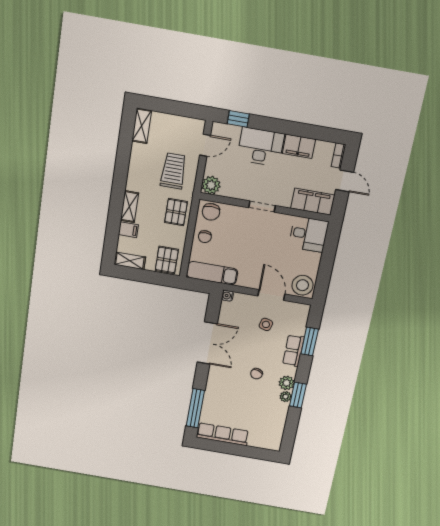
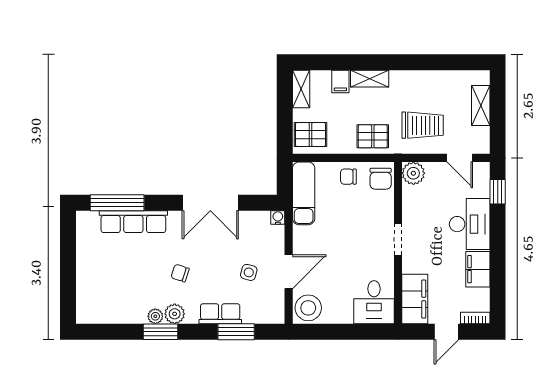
shelving: (142, 126) -> (481, 106), moved, turned 90
chair: (211, 212) -> (381, 179), turned -90
row of seats: (223, 434) -> (133, 222), moved, turned 90

